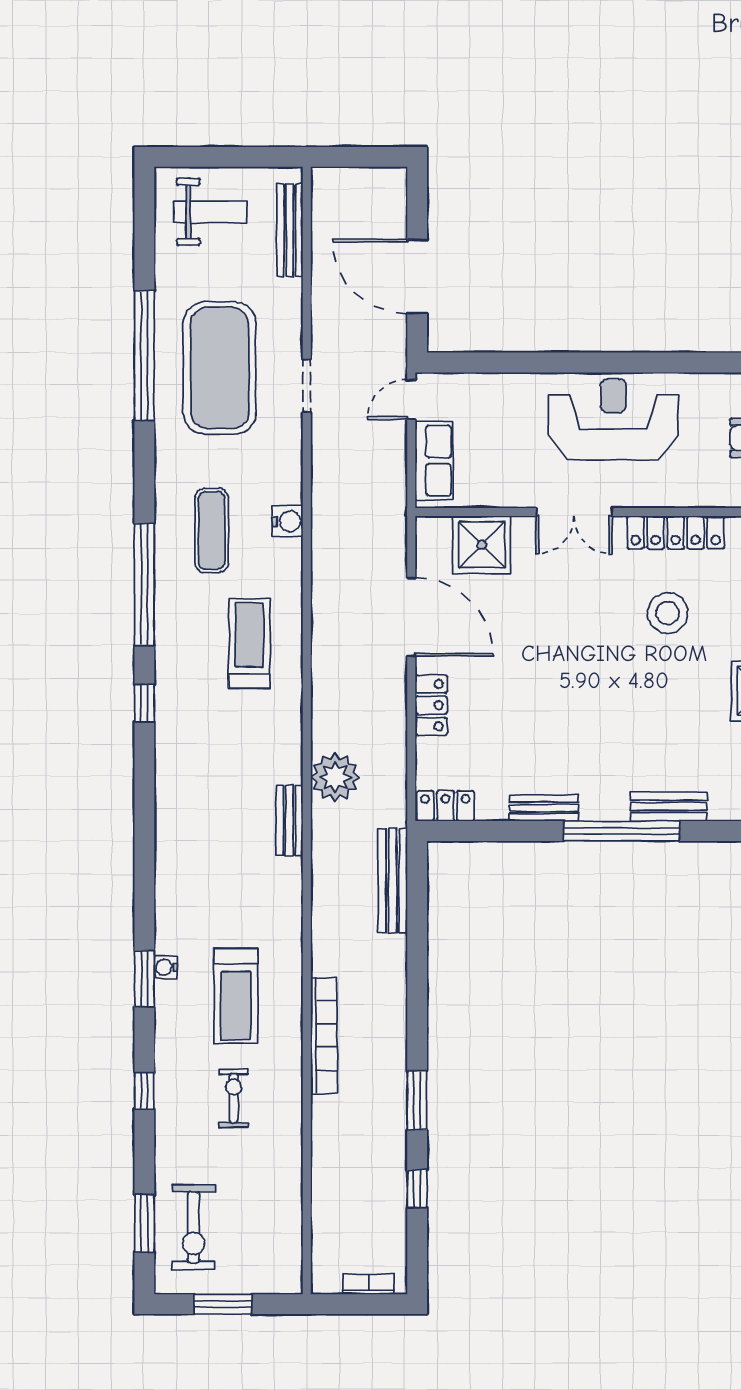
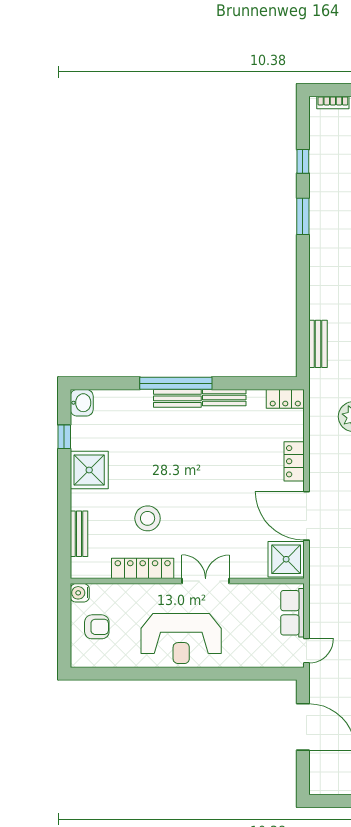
shower: (482, 545) -> (286, 559), moved
bench: (669, 807) -> (177, 398), moved
bench: (393, 880) -> (318, 344), width x0.73

